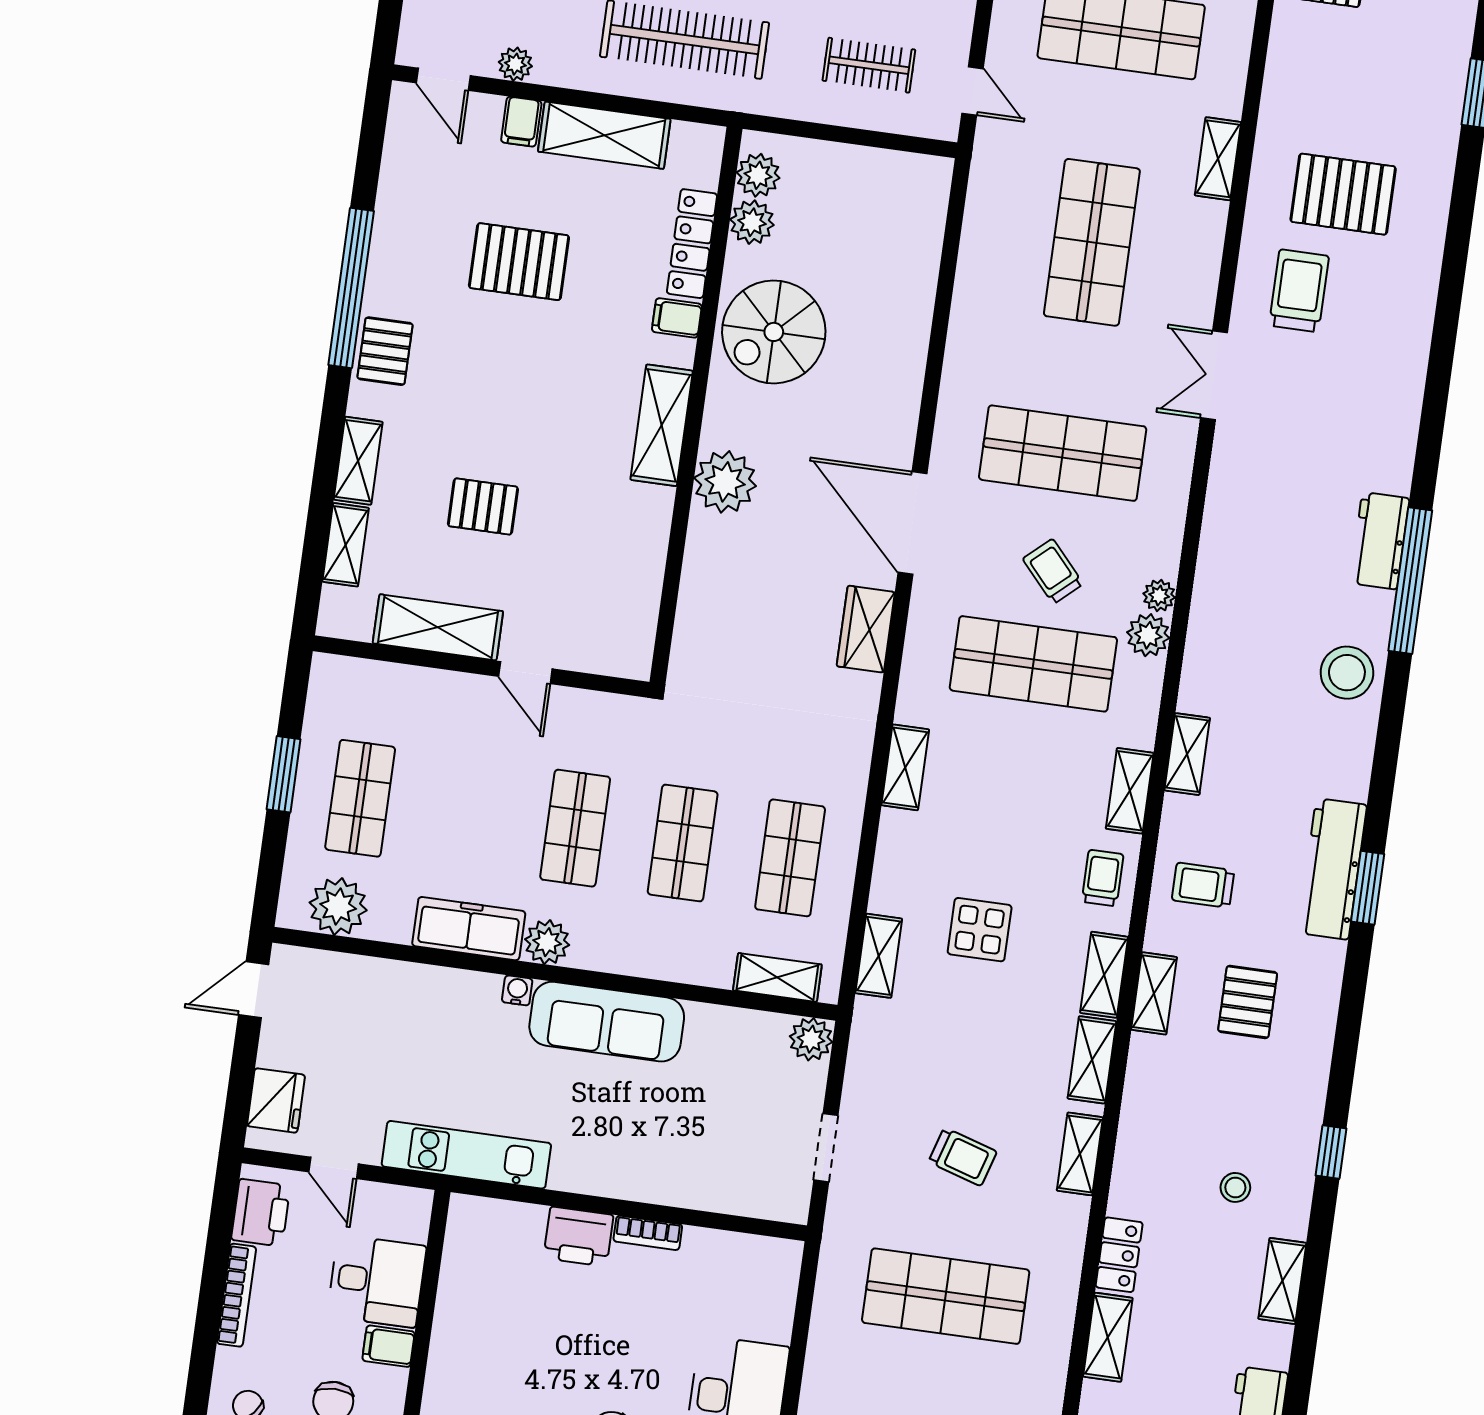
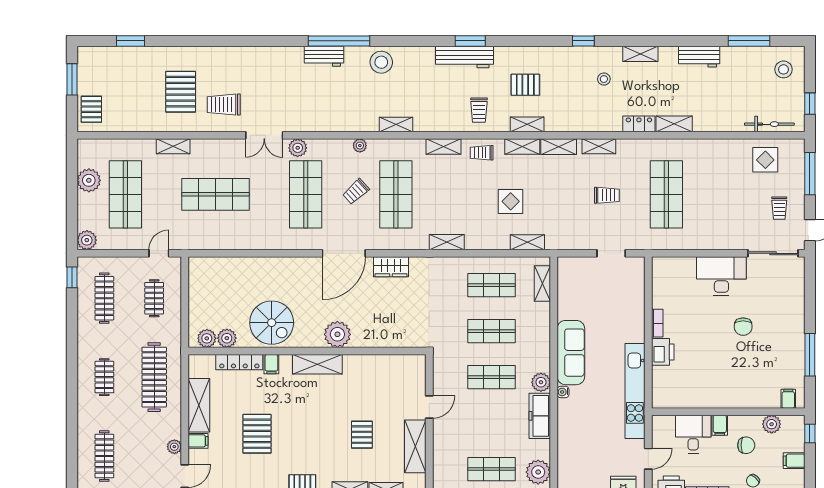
plant: (1148, 635) -> (298, 148), moved
shelving: (1187, 754) -> (396, 125), moved
plant: (811, 1039) -> (566, 266), removed
kitchen unit: (466, 1155) -> (635, 391), width x1.36
trolley: (963, 1157) -> (607, 195), turned 73

